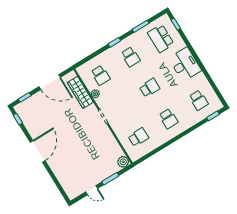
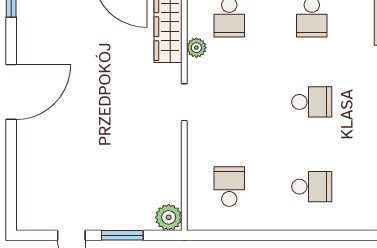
school desk: (169, 119) -> (312, 187), turned -90
school desk: (138, 137) -> (229, 187), turned -90

